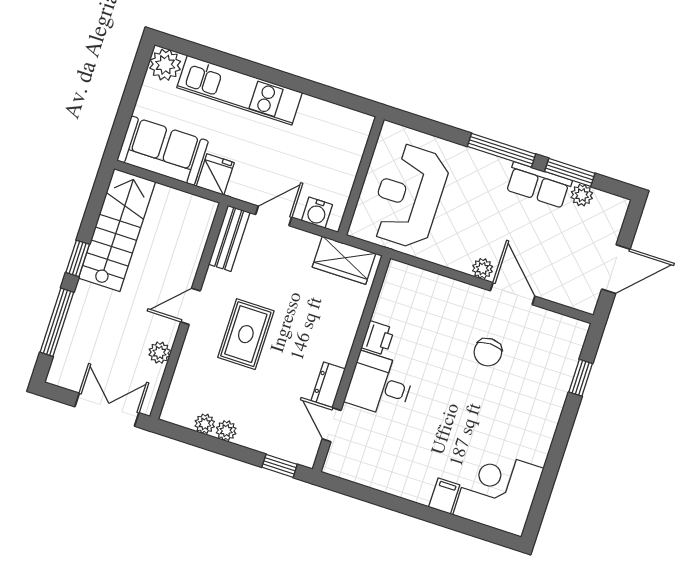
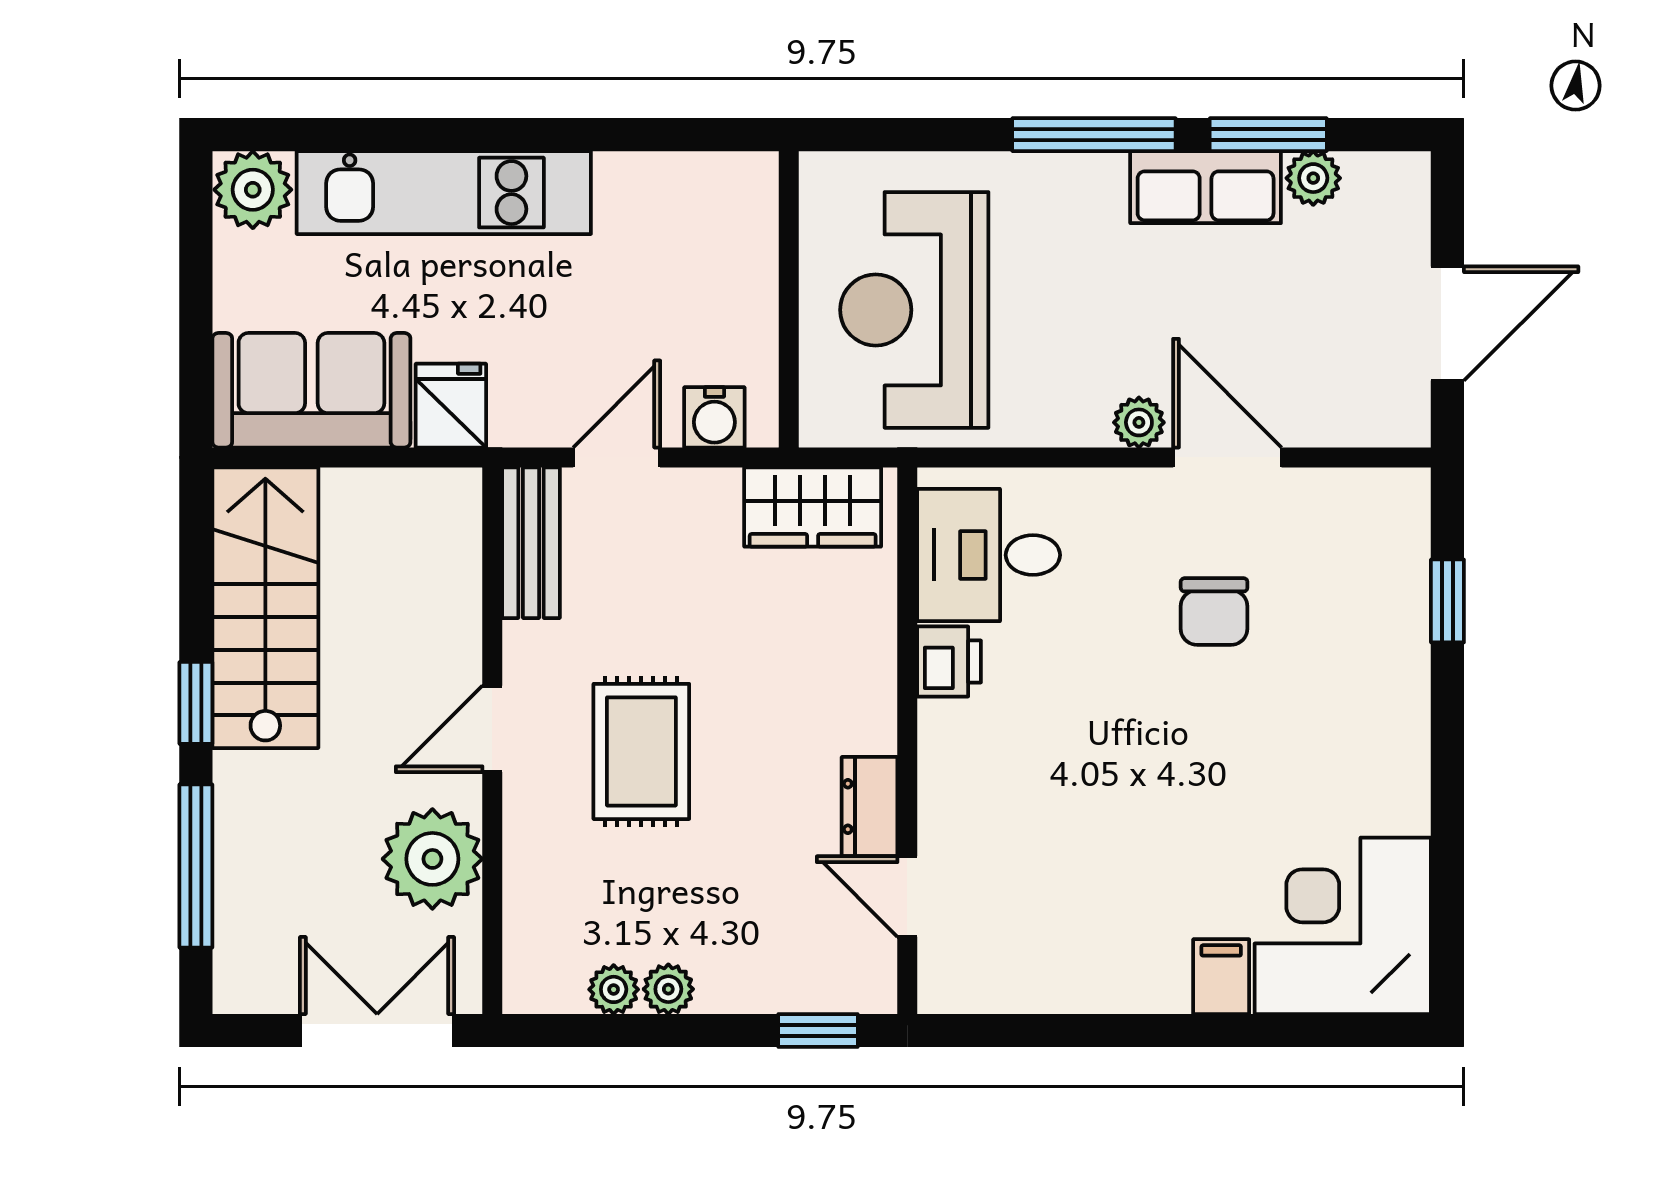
plant: (160, 353) -> (432, 859), width x1.87, depth x1.87
desk: (380, 385) -> (989, 555), moved

